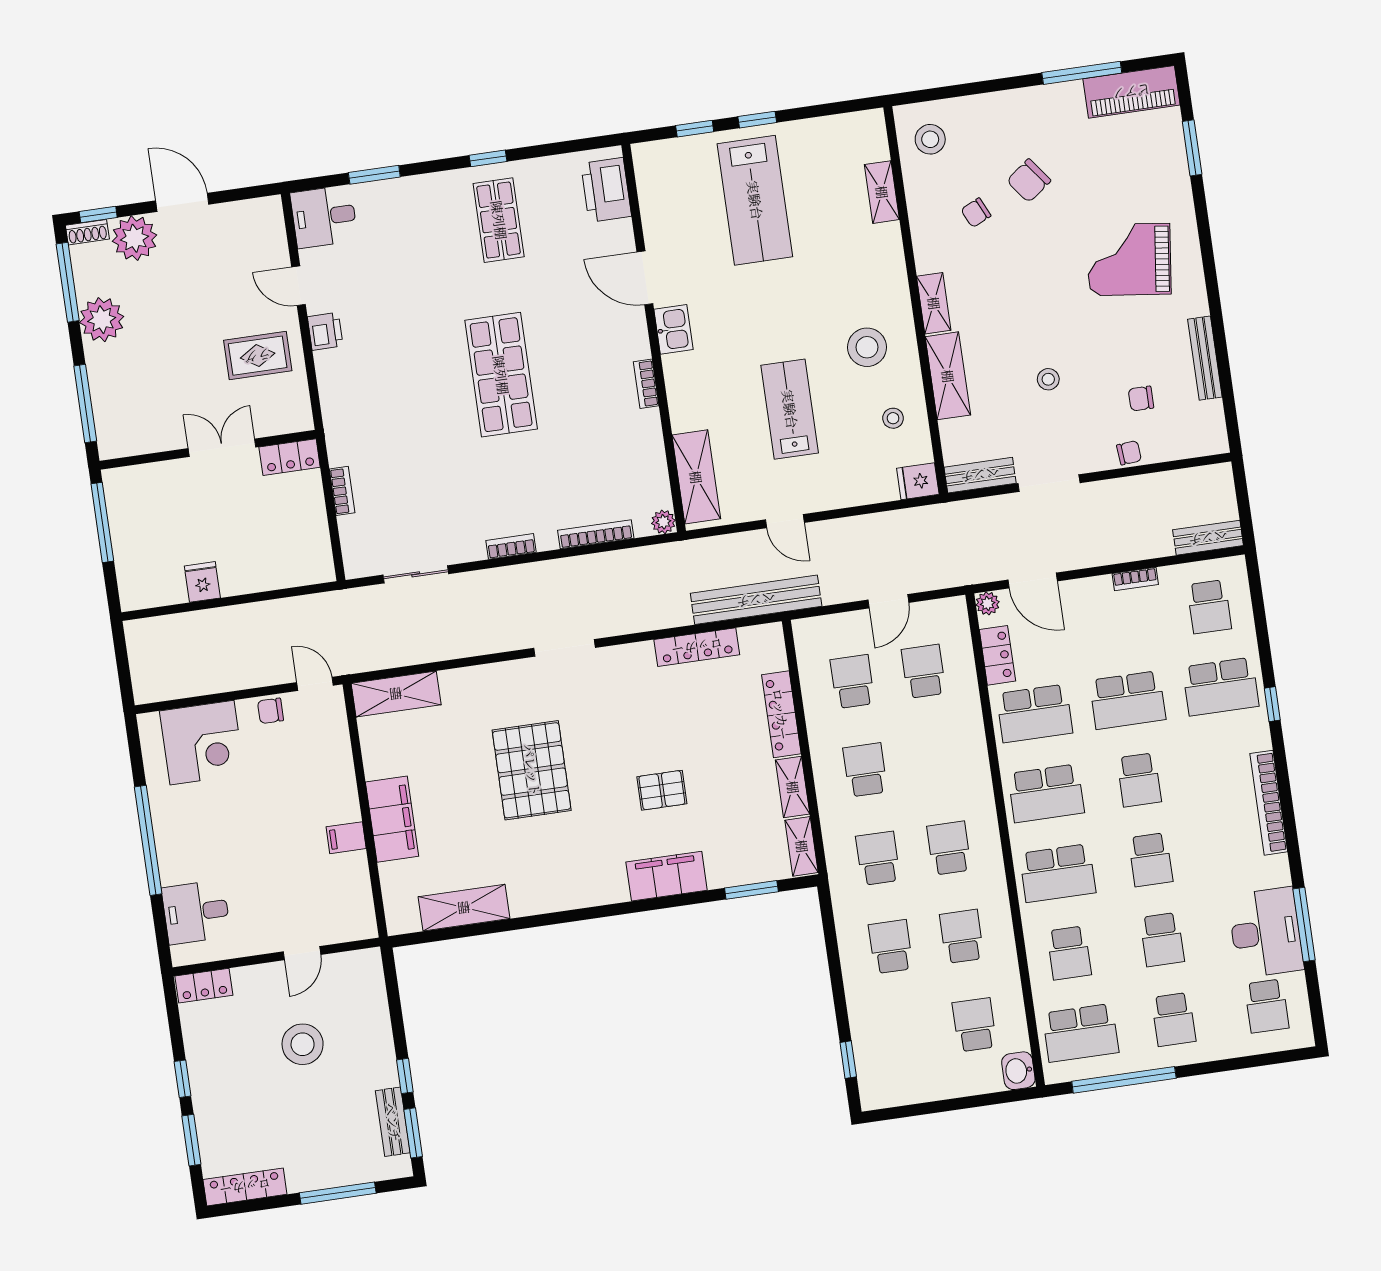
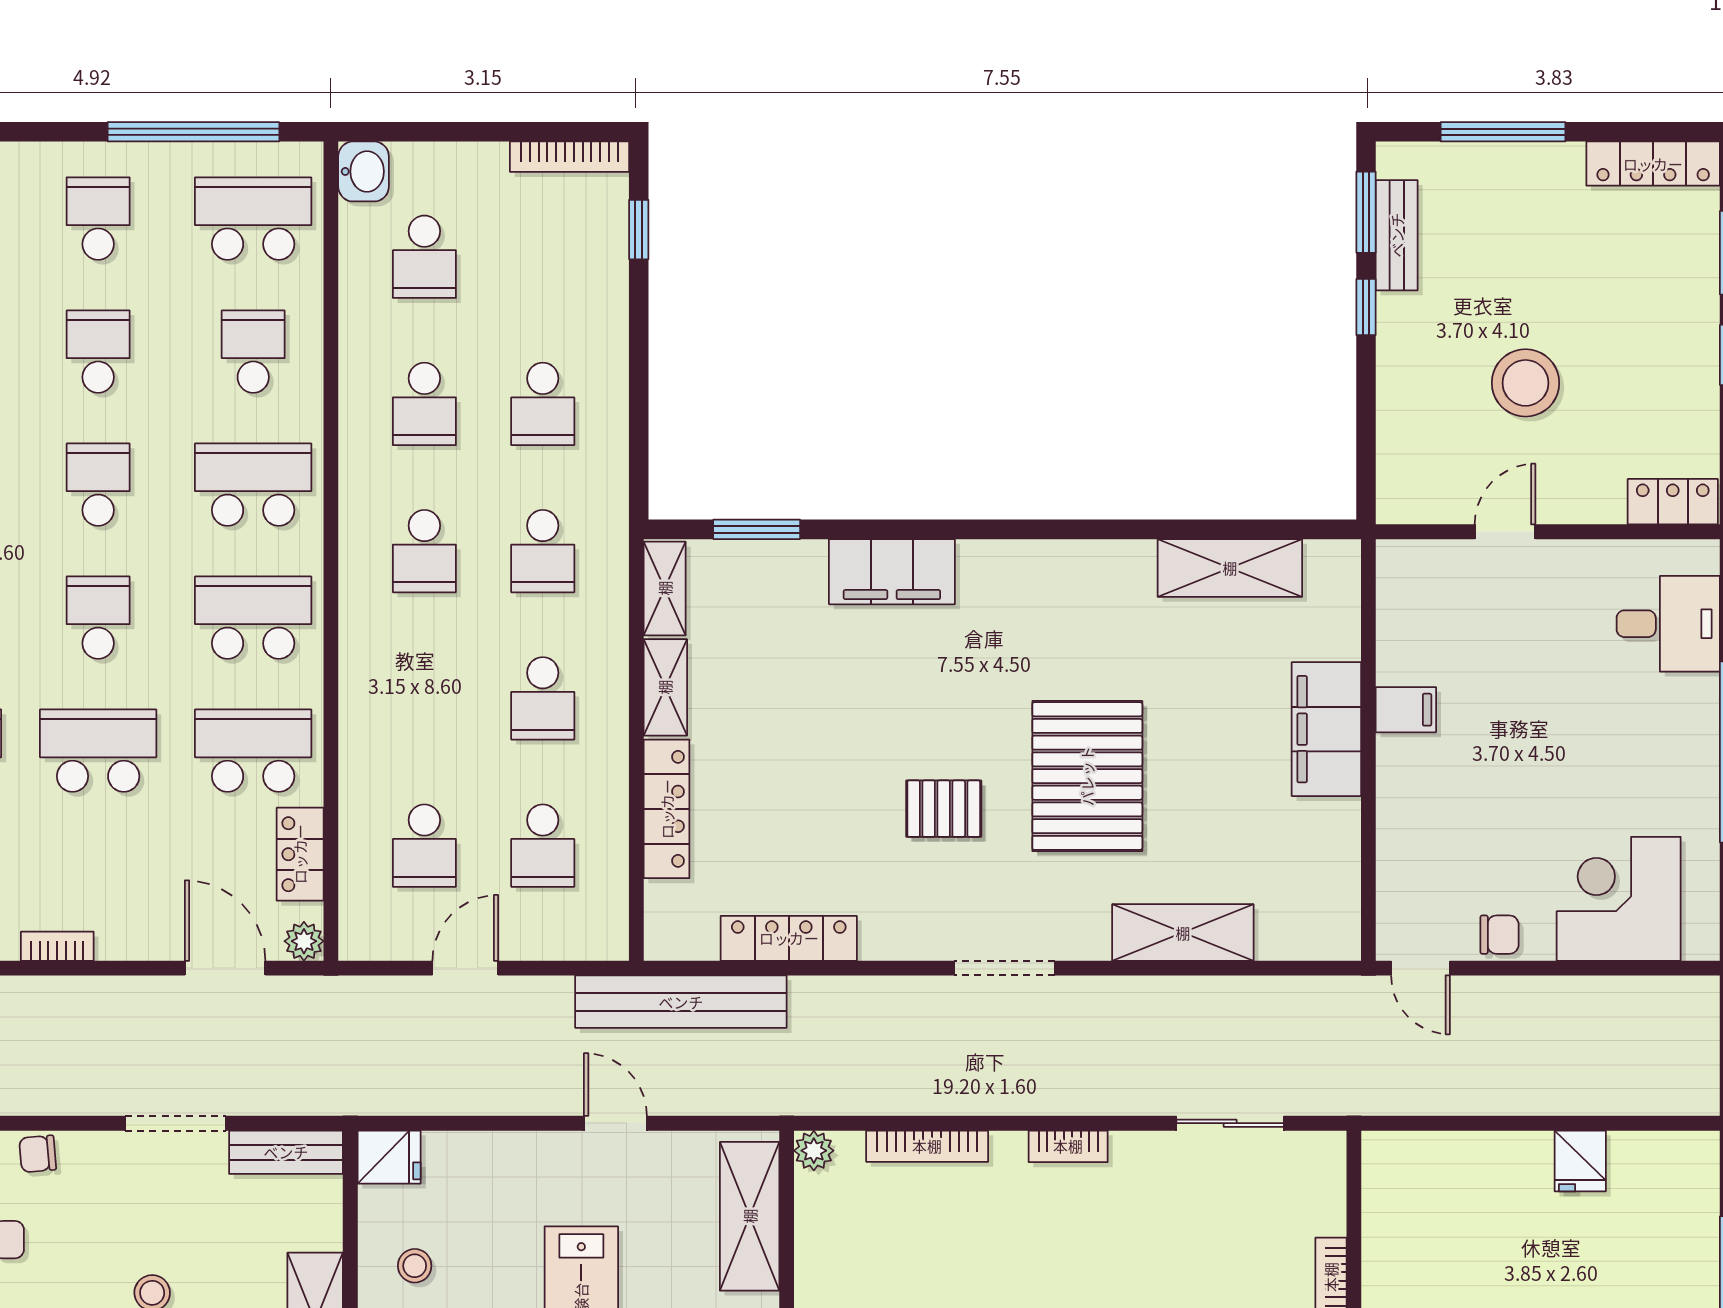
shelving: (396, 694) -> (1183, 933), moved
pallet: (662, 790) -> (944, 809), moved
bookcase: (896, 1097) -> (569, 157), added

